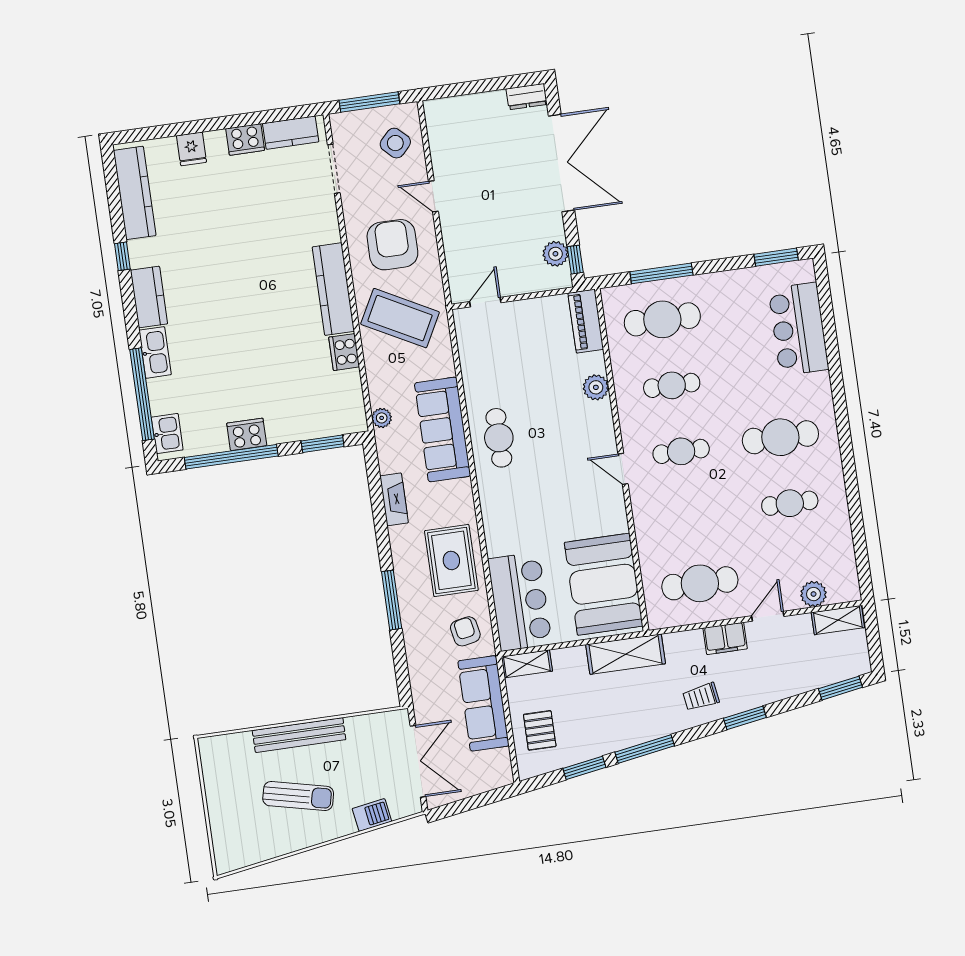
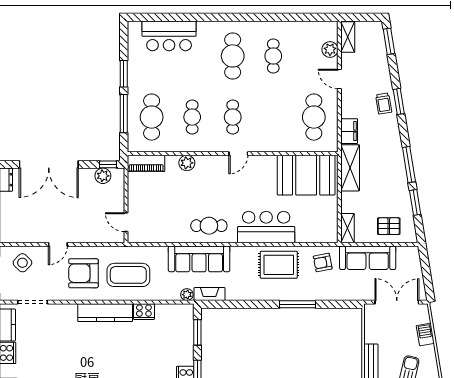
double door: (561, 163) -> (49, 164), swing flipped
window: (776, 257) -> (124, 74), moved
coffee table: (400, 318) -> (128, 275), turned 62
fireplace: (394, 499) -> (210, 294), moved
bar counter: (520, 602) -> (266, 227), moved
filing cabinet: (725, 638) -> (349, 131), moved
trolley: (701, 697) -> (384, 104), moved

